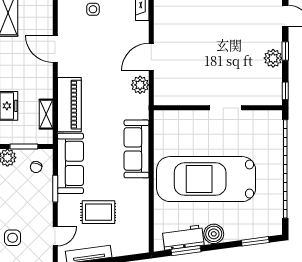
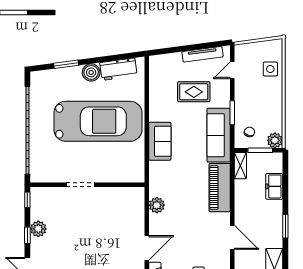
door: (151, 57) -> (147, 248), moved
shelving: (46, 114) -> (240, 166), moved
sofa: (137, 149) -> (160, 141), width x0.73
window: (255, 241) -> (66, 64), moved
window: (186, 251) -> (116, 58), removed

